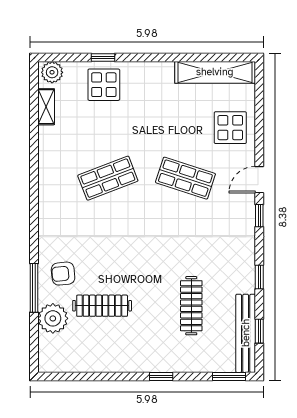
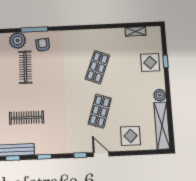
plant: (52, 72) -> (160, 95), moved
shop shelf: (108, 178) -> (97, 67), turned 42

